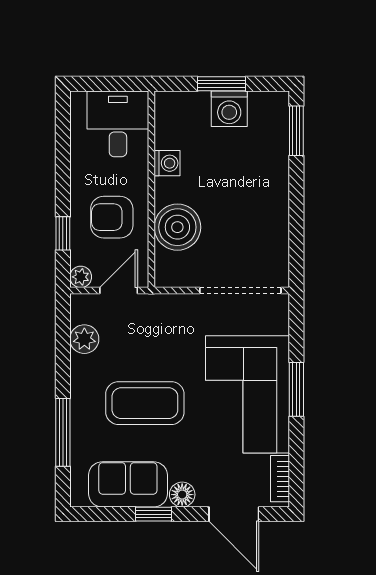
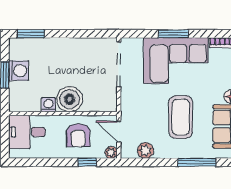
boiler: (177, 227) -> (70, 99), moved

